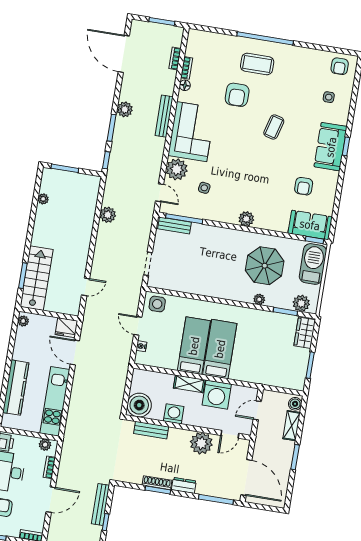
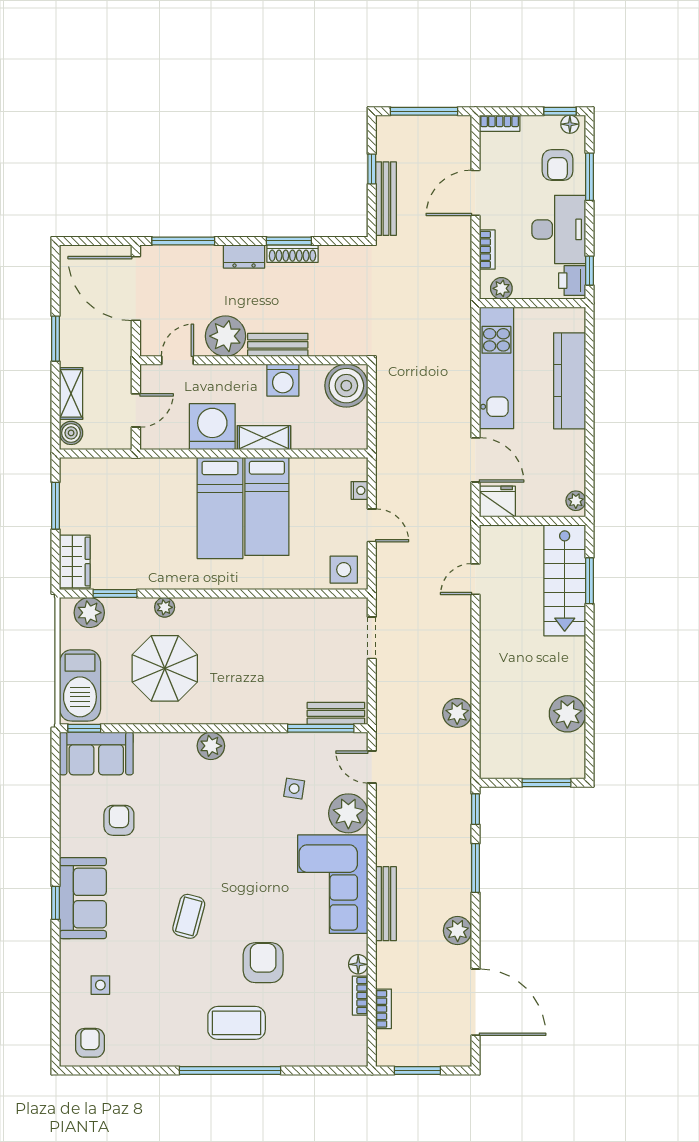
plant: (125, 109) -> (458, 931), moved
plant: (43, 199) -> (567, 714), width x1.87, depth x1.87
bench: (151, 430) -> (278, 345), moved

